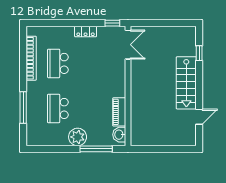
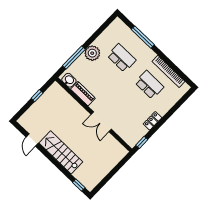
double door: (128, 45) -> (101, 122), moved
window: (199, 53) -> (79, 185), moved
window: (158, 149) -> (37, 96), added

